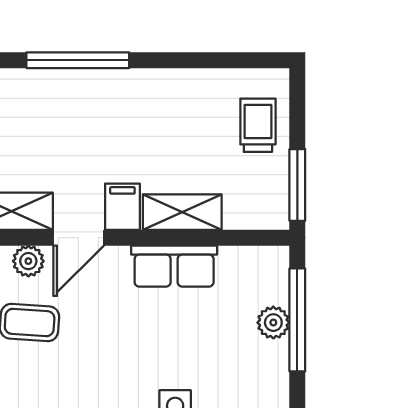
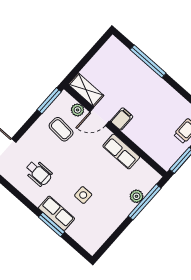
shelving: (182, 212) -> (139, 137), removed

